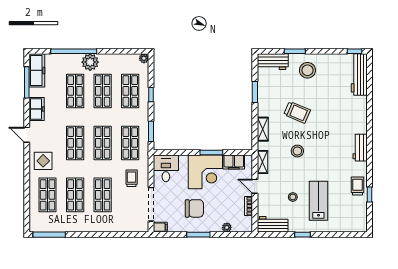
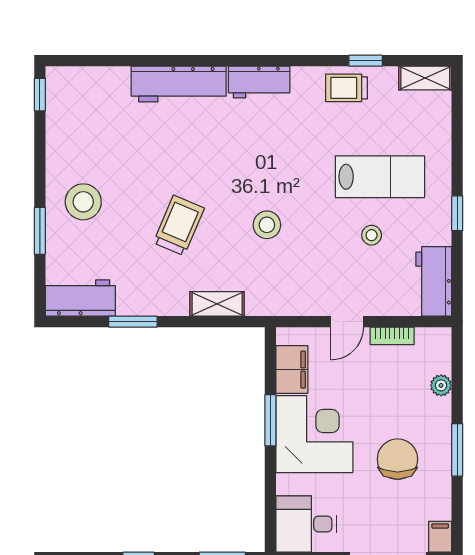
workbench: (273, 62) -> (80, 298), moved, turned -90
workbench: (359, 74) -> (179, 84), moved
shelving: (262, 162) -> (425, 78), moved
lab bench: (318, 201) -> (380, 177), turned 180

